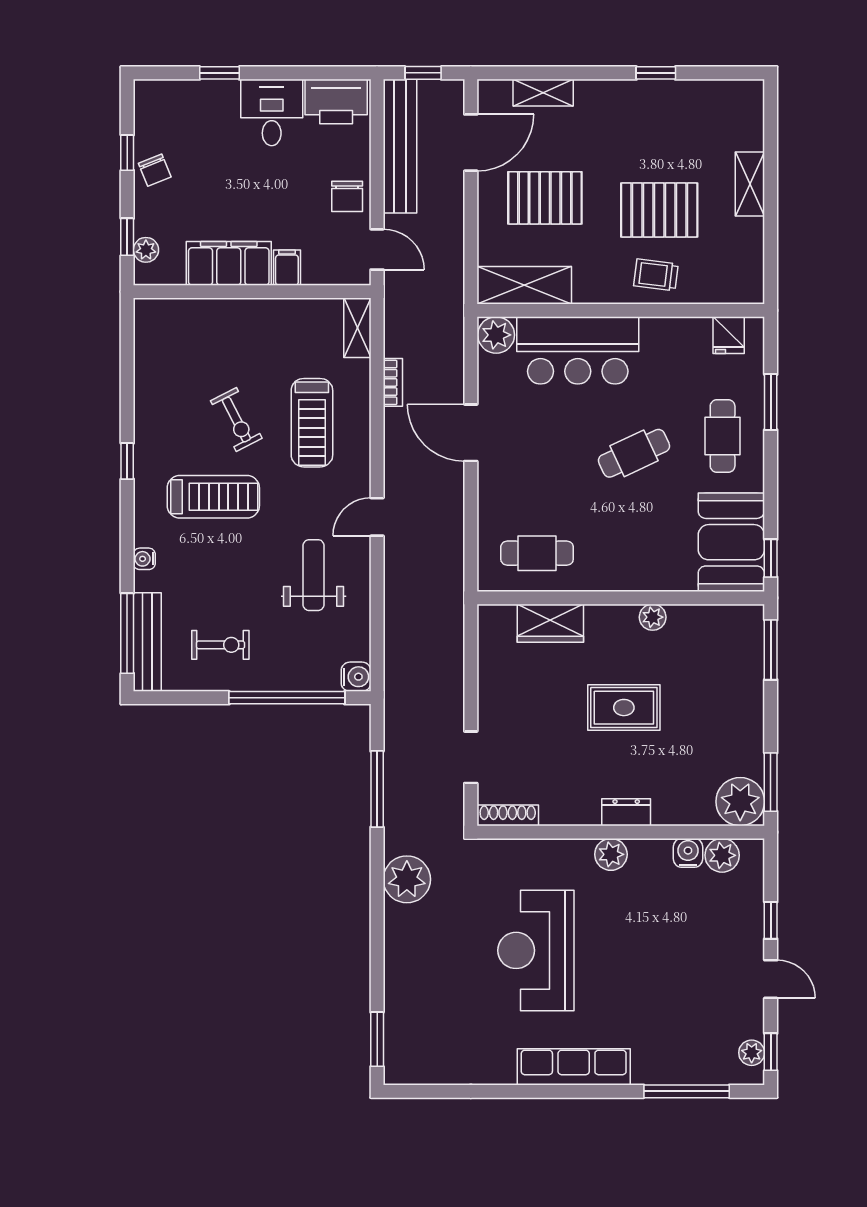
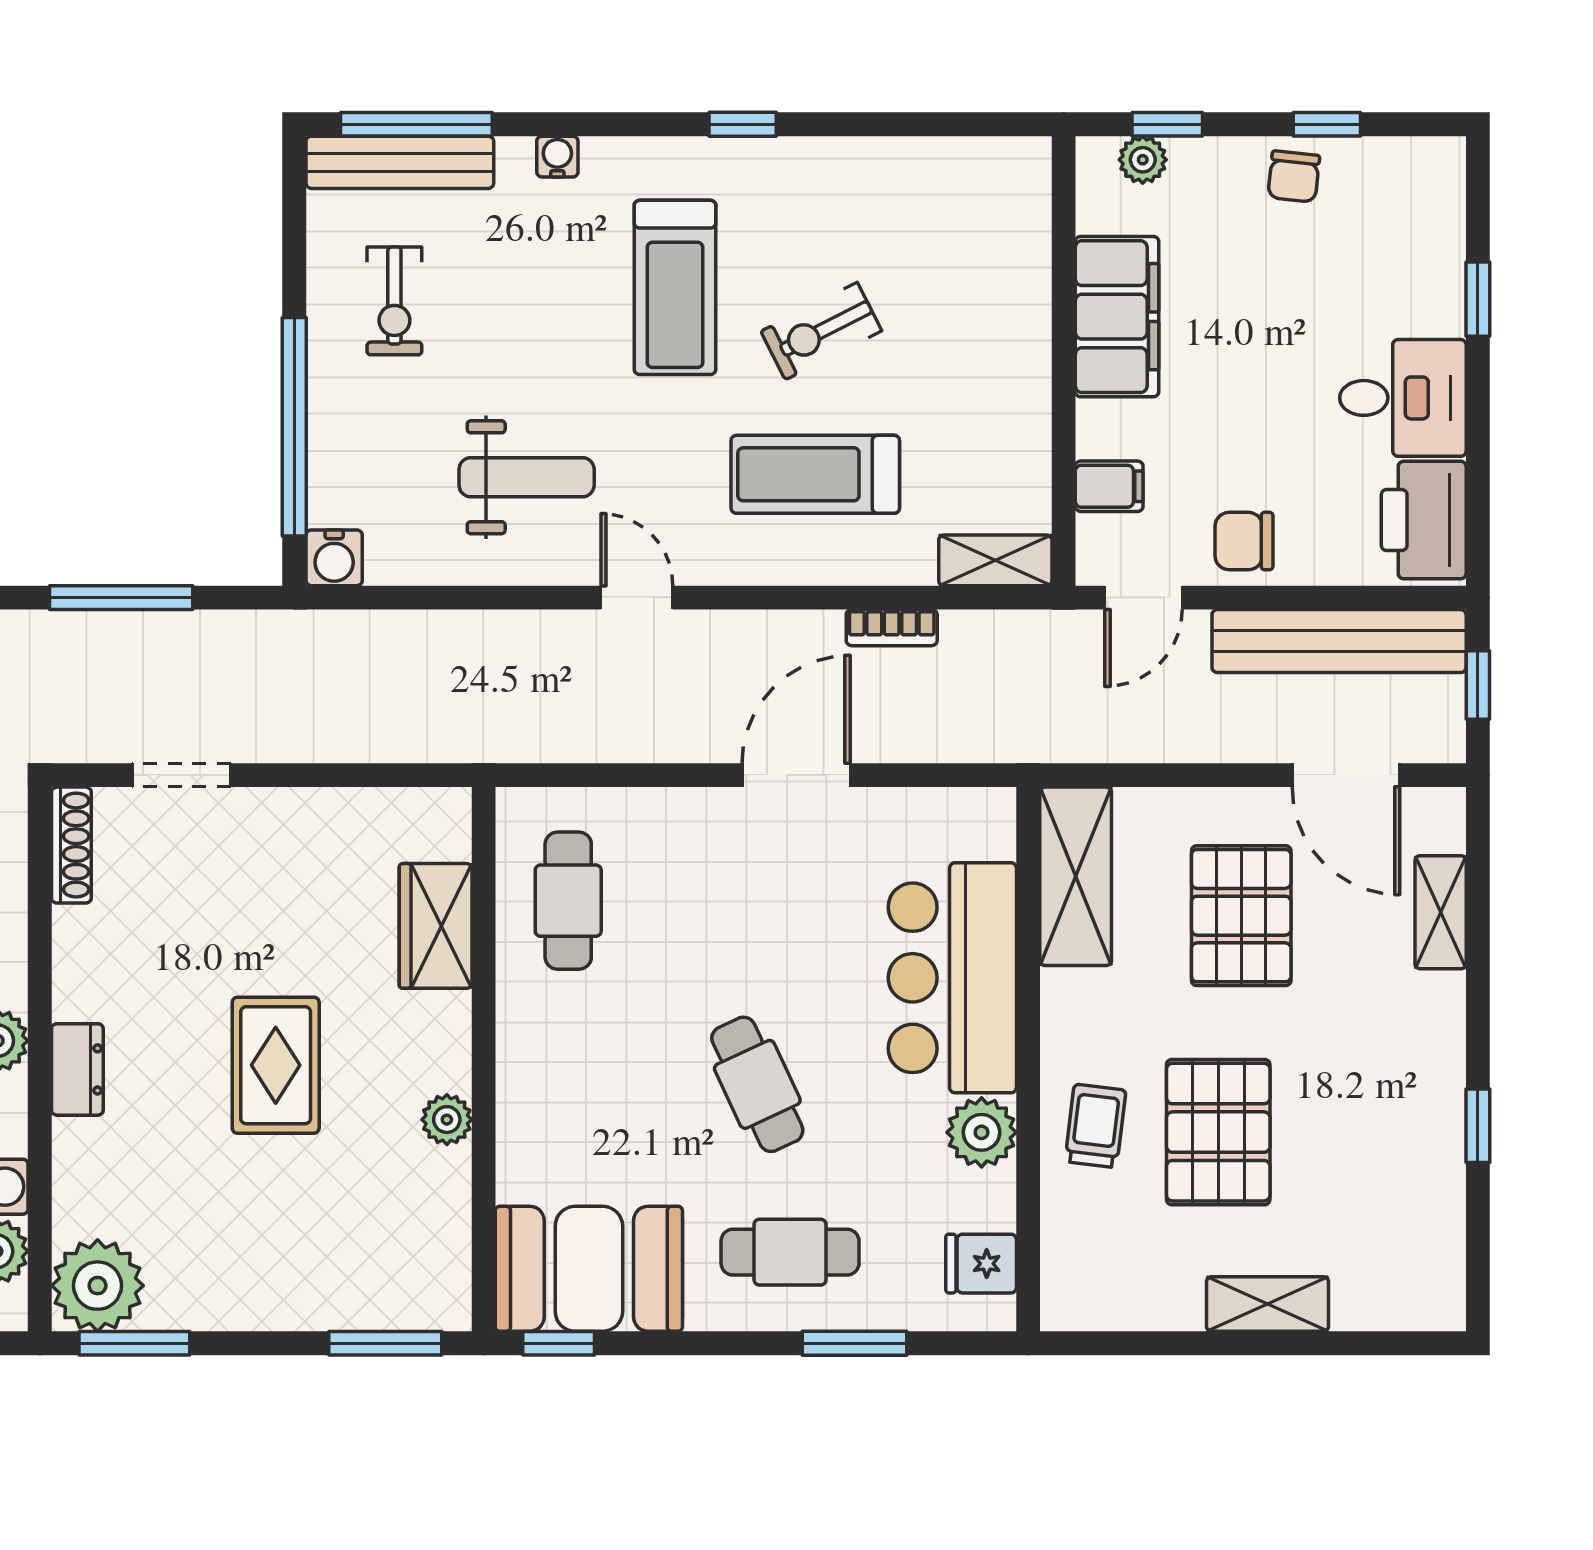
chair: (155, 170) -> (1294, 176), turned -62
filing cabinet: (287, 268) -> (1109, 486), moved
plant: (496, 335) -> (982, 1132), moved

